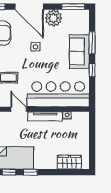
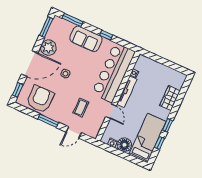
window: (92, 43) -> (73, 20), moved
door: (19, 109) -> (111, 111), swing flipped
wardrobe: (69, 162) -> (170, 98), moved

